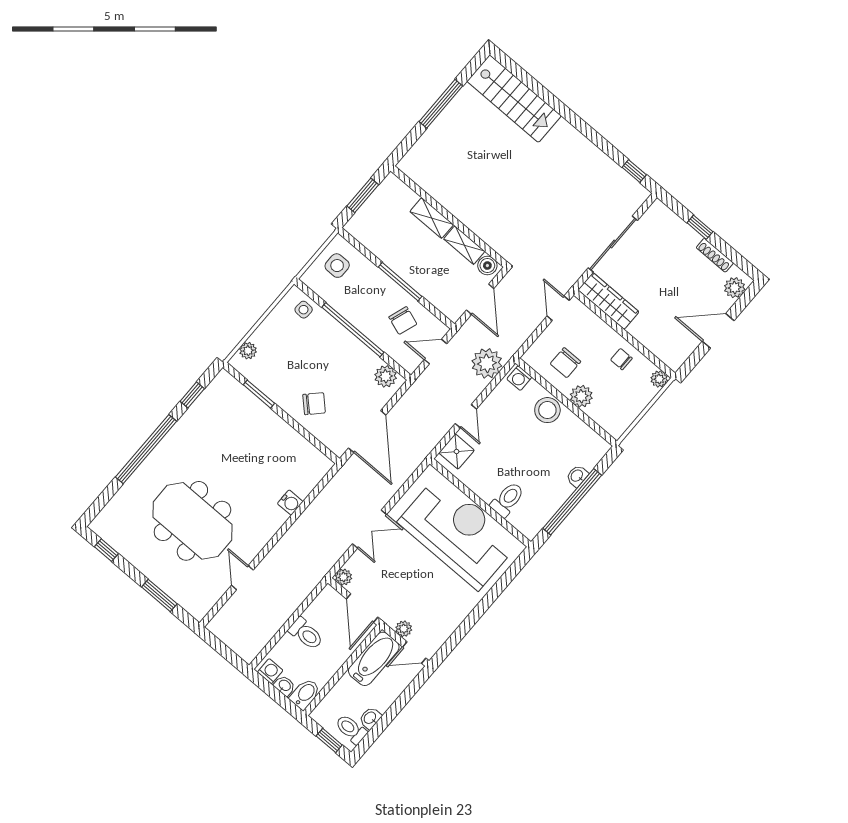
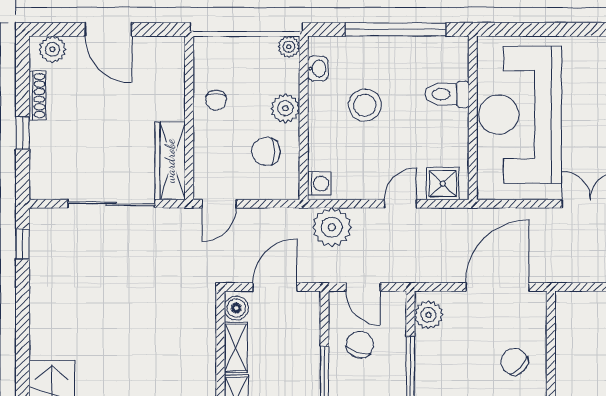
chair: (565, 363) -> (266, 151), turned 180
plant: (659, 379) -> (289, 47), moved
stool: (547, 410) -> (365, 105), moved
washbasin: (577, 476) -> (318, 69), moved, turned -90

